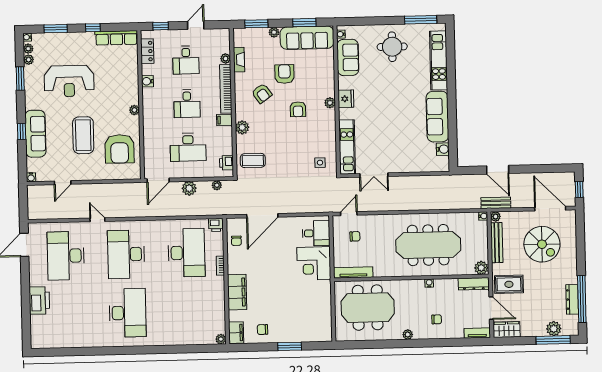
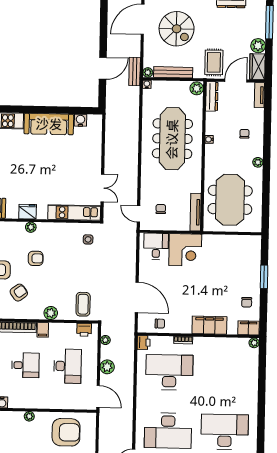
spiral stairs: (542, 244) -> (177, 29), turned 90
plant: (554, 329) -> (258, 46), moved

